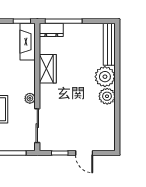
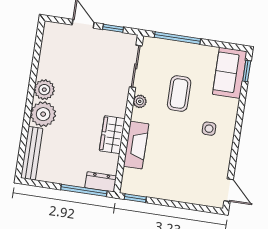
fireplace: (28, 42) -> (136, 145), moved

